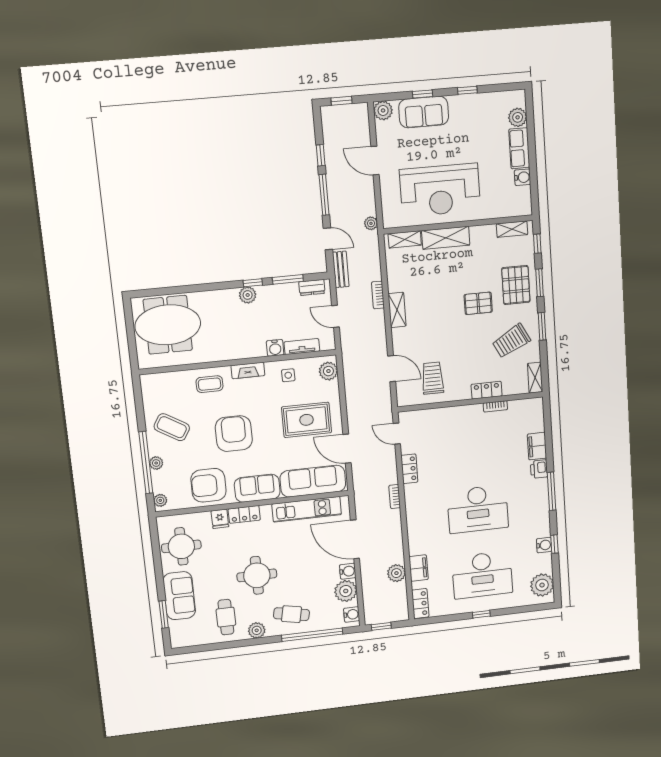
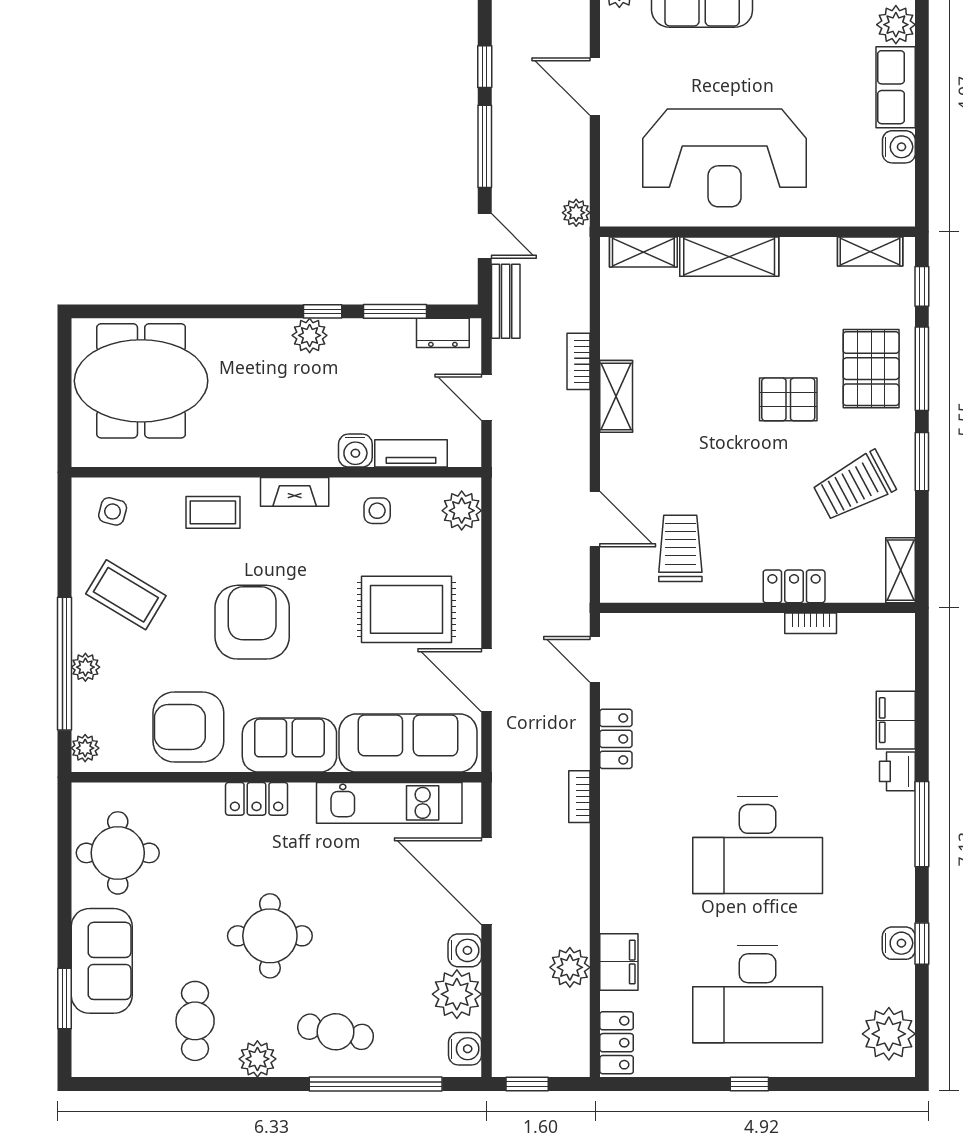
window: (540, 283) -> (922, 369), width x1.44
side table: (161, 389) -> (113, 511), added
fridge: (220, 519) -> (205, 802), removed

